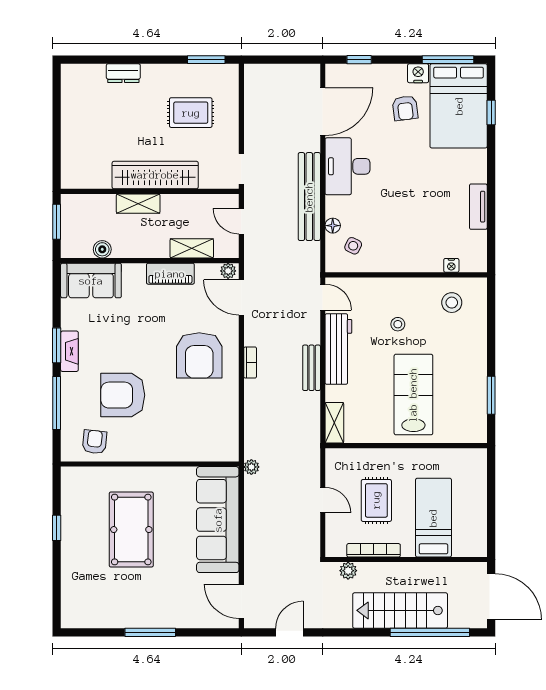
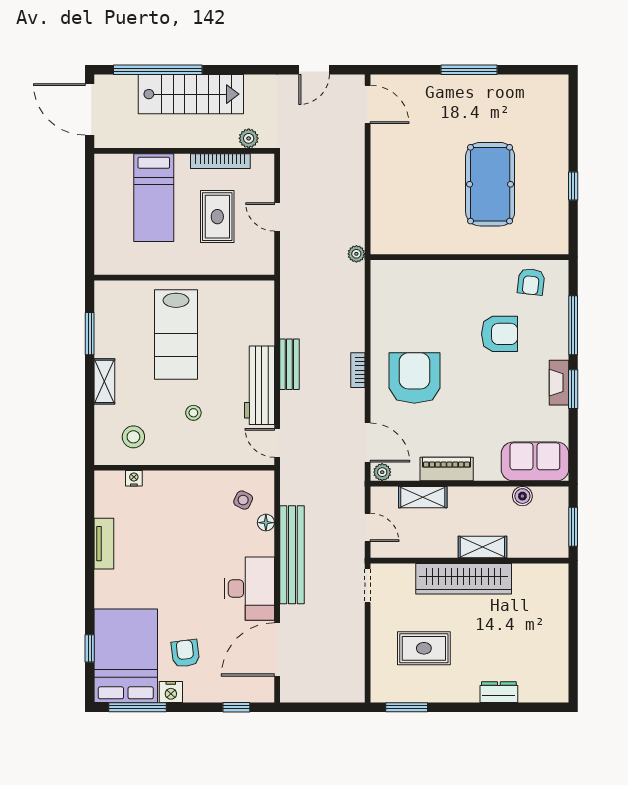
armchair: (123, 395) -> (500, 334), width x0.73, depth x0.73
shelving: (334, 423) -> (104, 381), moved
sofa: (218, 520) -> (394, 195), removed

